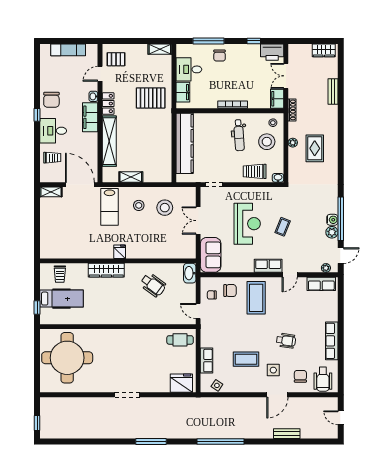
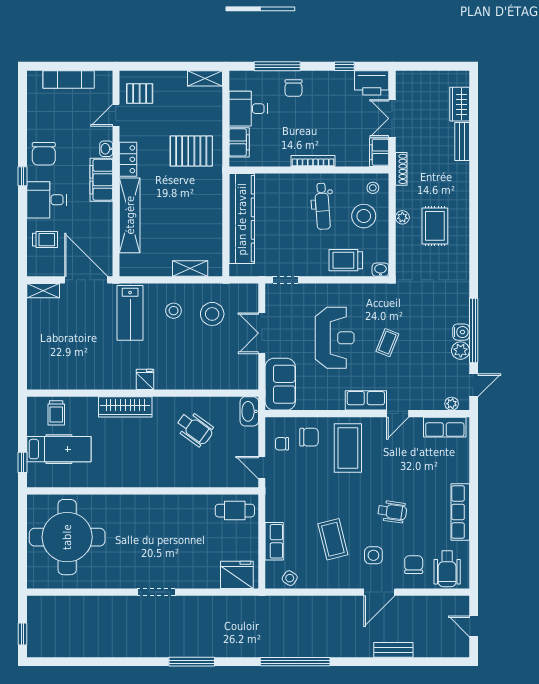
wardrobe: (324, 50) -> (460, 104), moved, turned 90
shelving: (131, 177) -> (190, 269), moved
coffee table: (246, 359) -> (333, 539), turned 76

